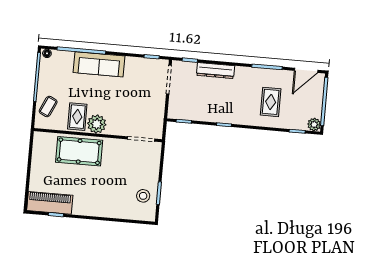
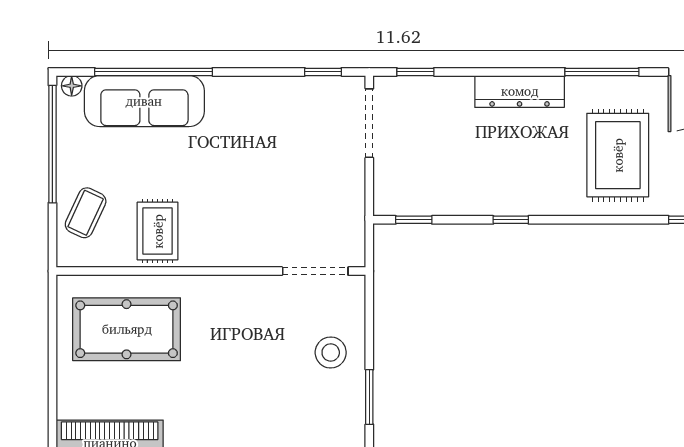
sofa: (99, 64) -> (144, 101), moved
dresser: (216, 71) -> (520, 91), moved
rug: (271, 102) -> (618, 155), width x1.36, depth x1.43
plant: (97, 124) -> (206, 245), removed
pool table: (79, 151) -> (127, 329), moved
stool: (143, 196) -> (331, 353), moved

